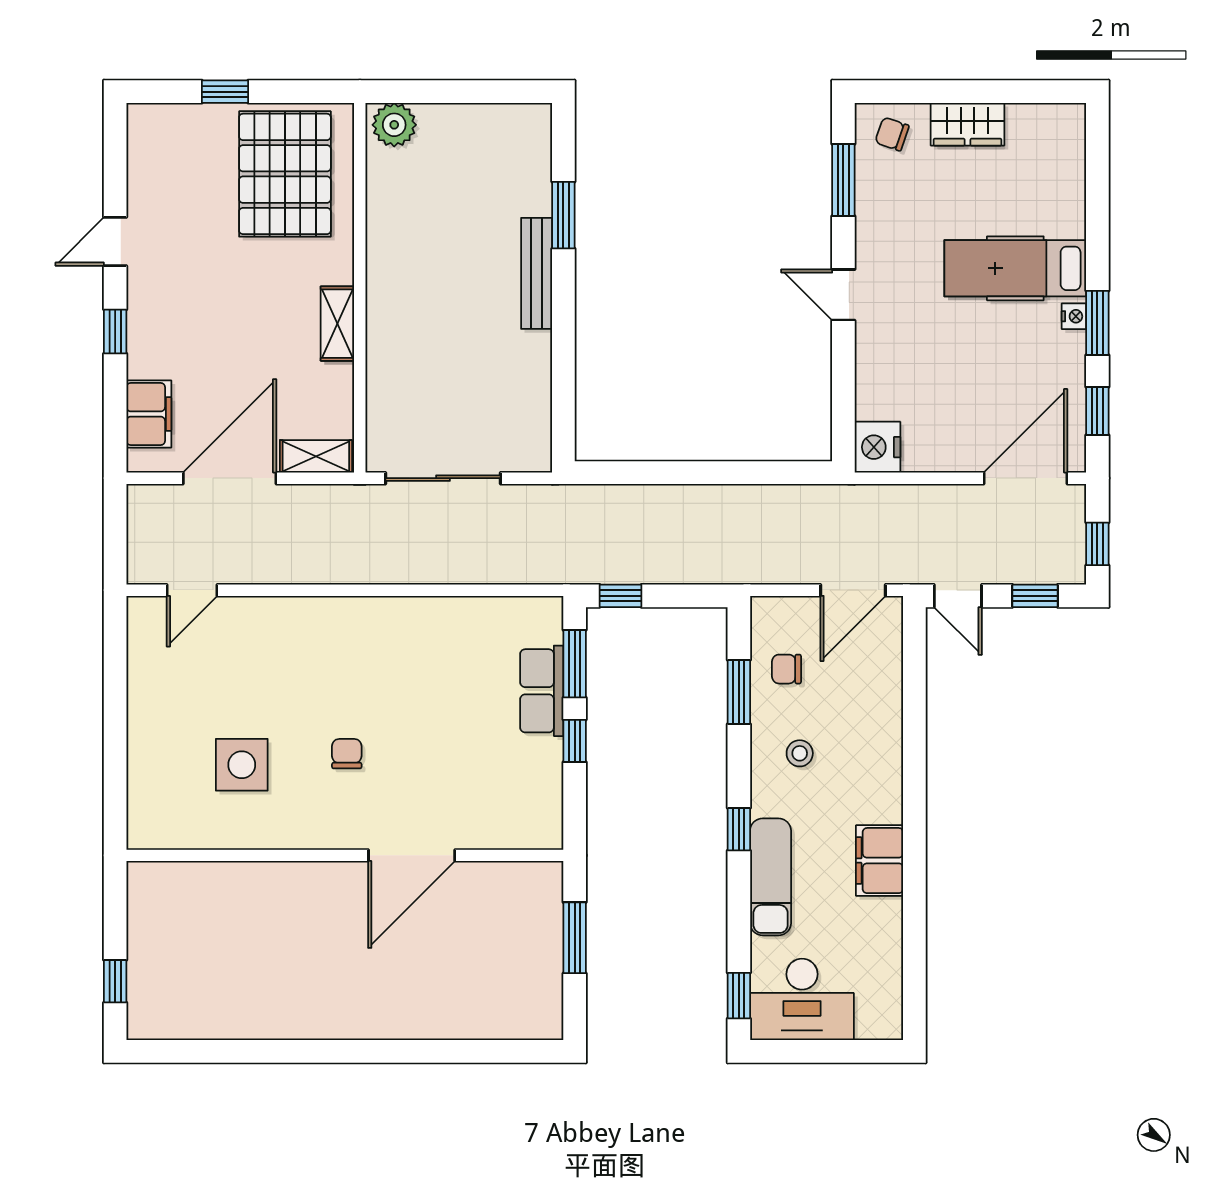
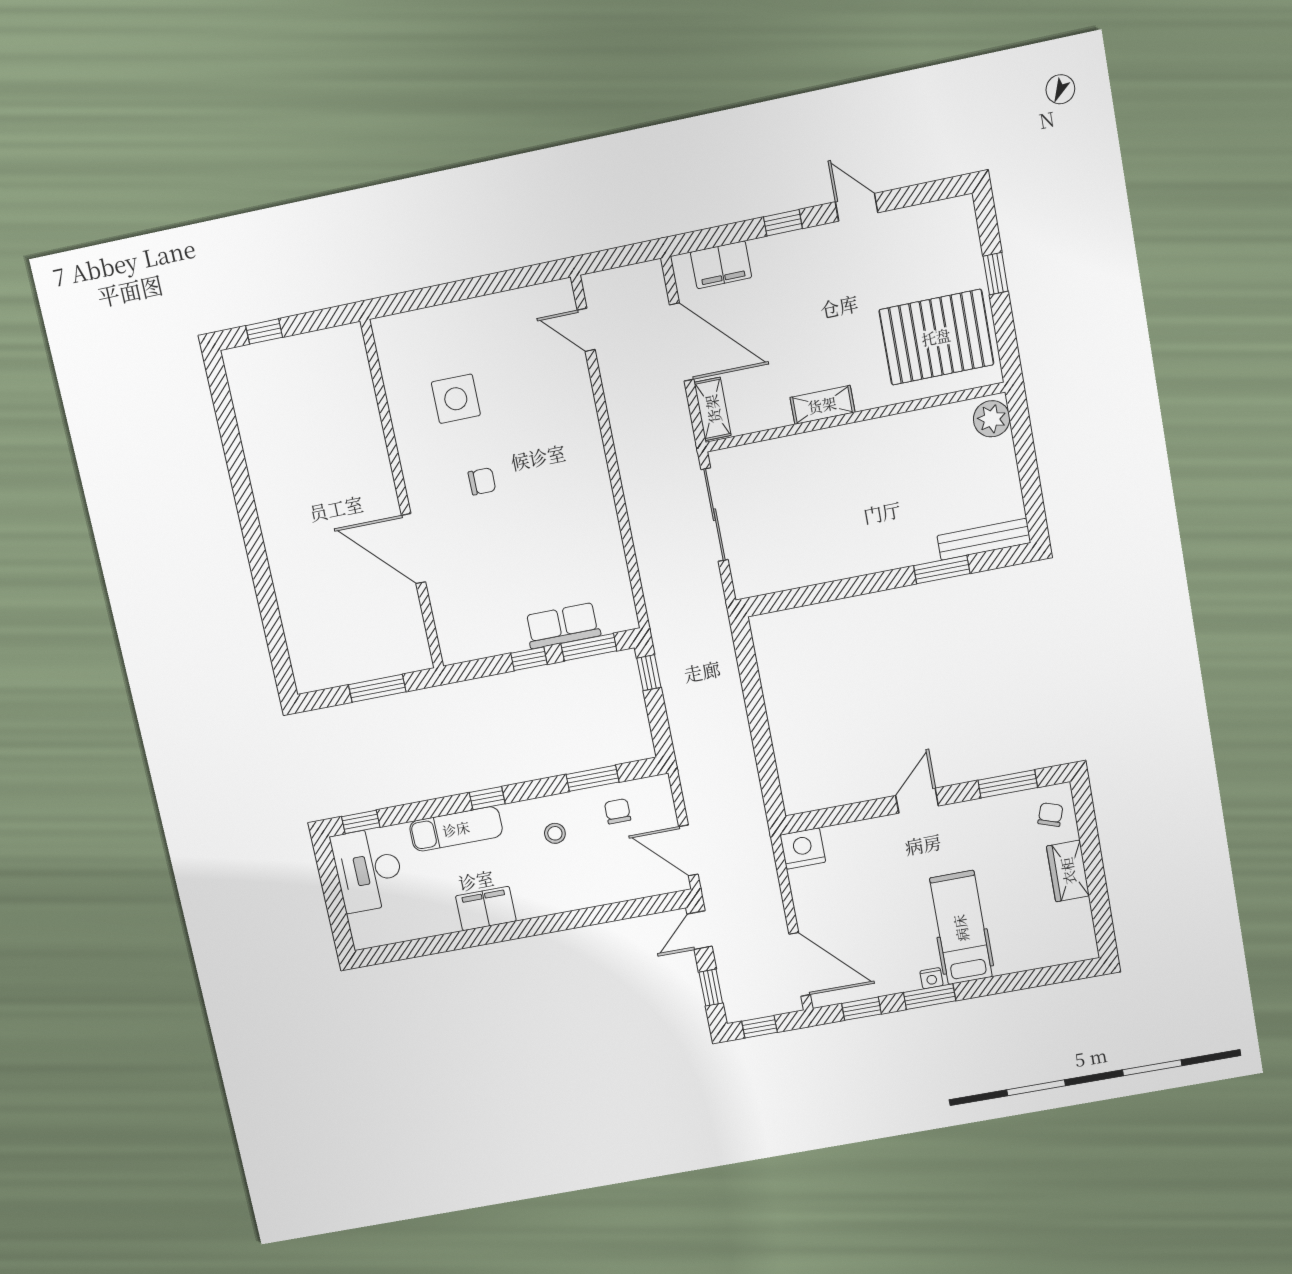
bench: (537, 273) -> (984, 539), moved

